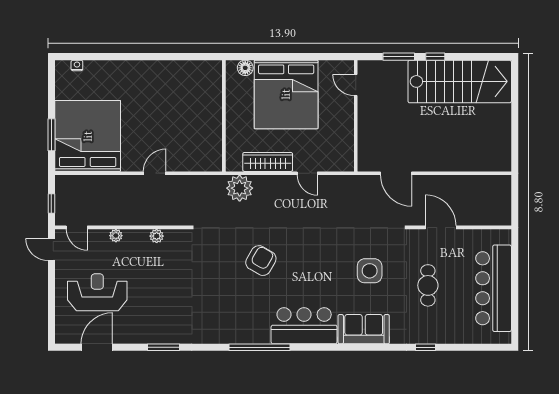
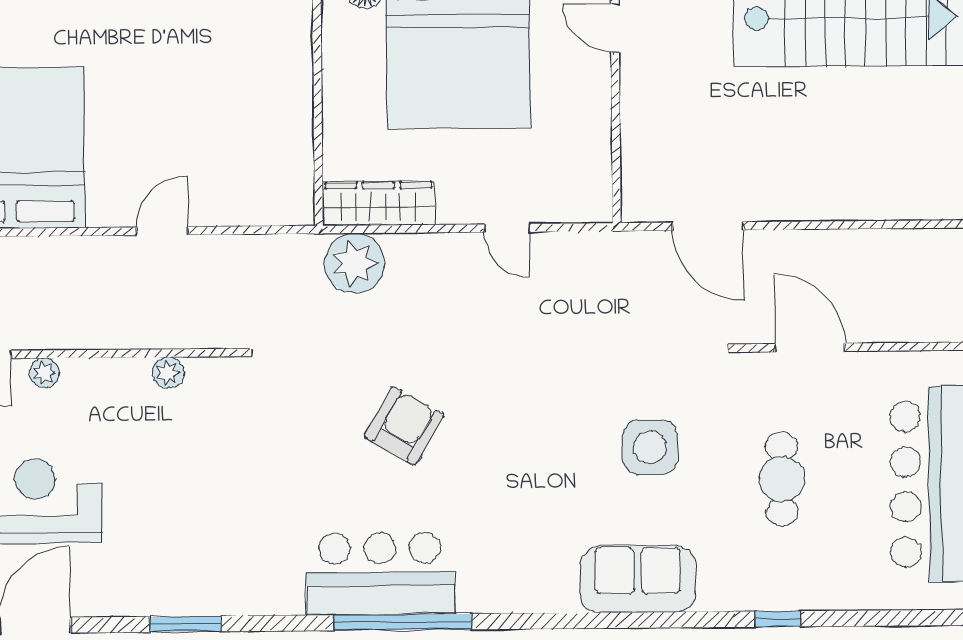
wardrobe: (268, 162) -> (379, 204), moved
plant: (116, 236) -> (44, 373), moved
bar counter: (304, 326) -> (380, 574), moved

